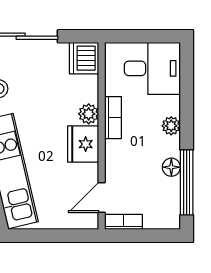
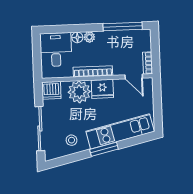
plant: (89, 114) -> (79, 92), width x1.88, depth x1.88
bookcase: (113, 118) -> (93, 71), width x1.56
floor lamp: (171, 167) -> (77, 37), moved

